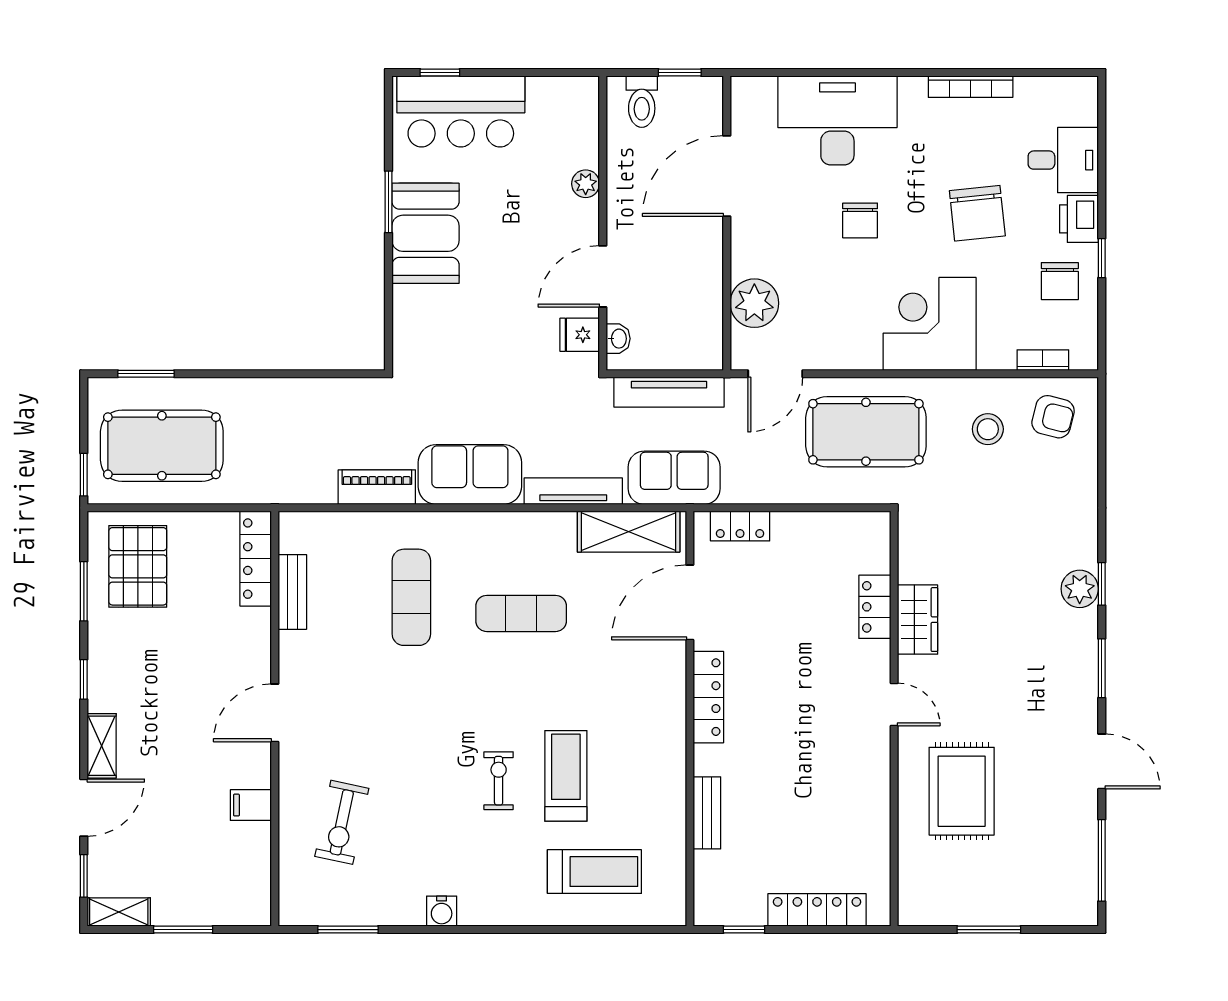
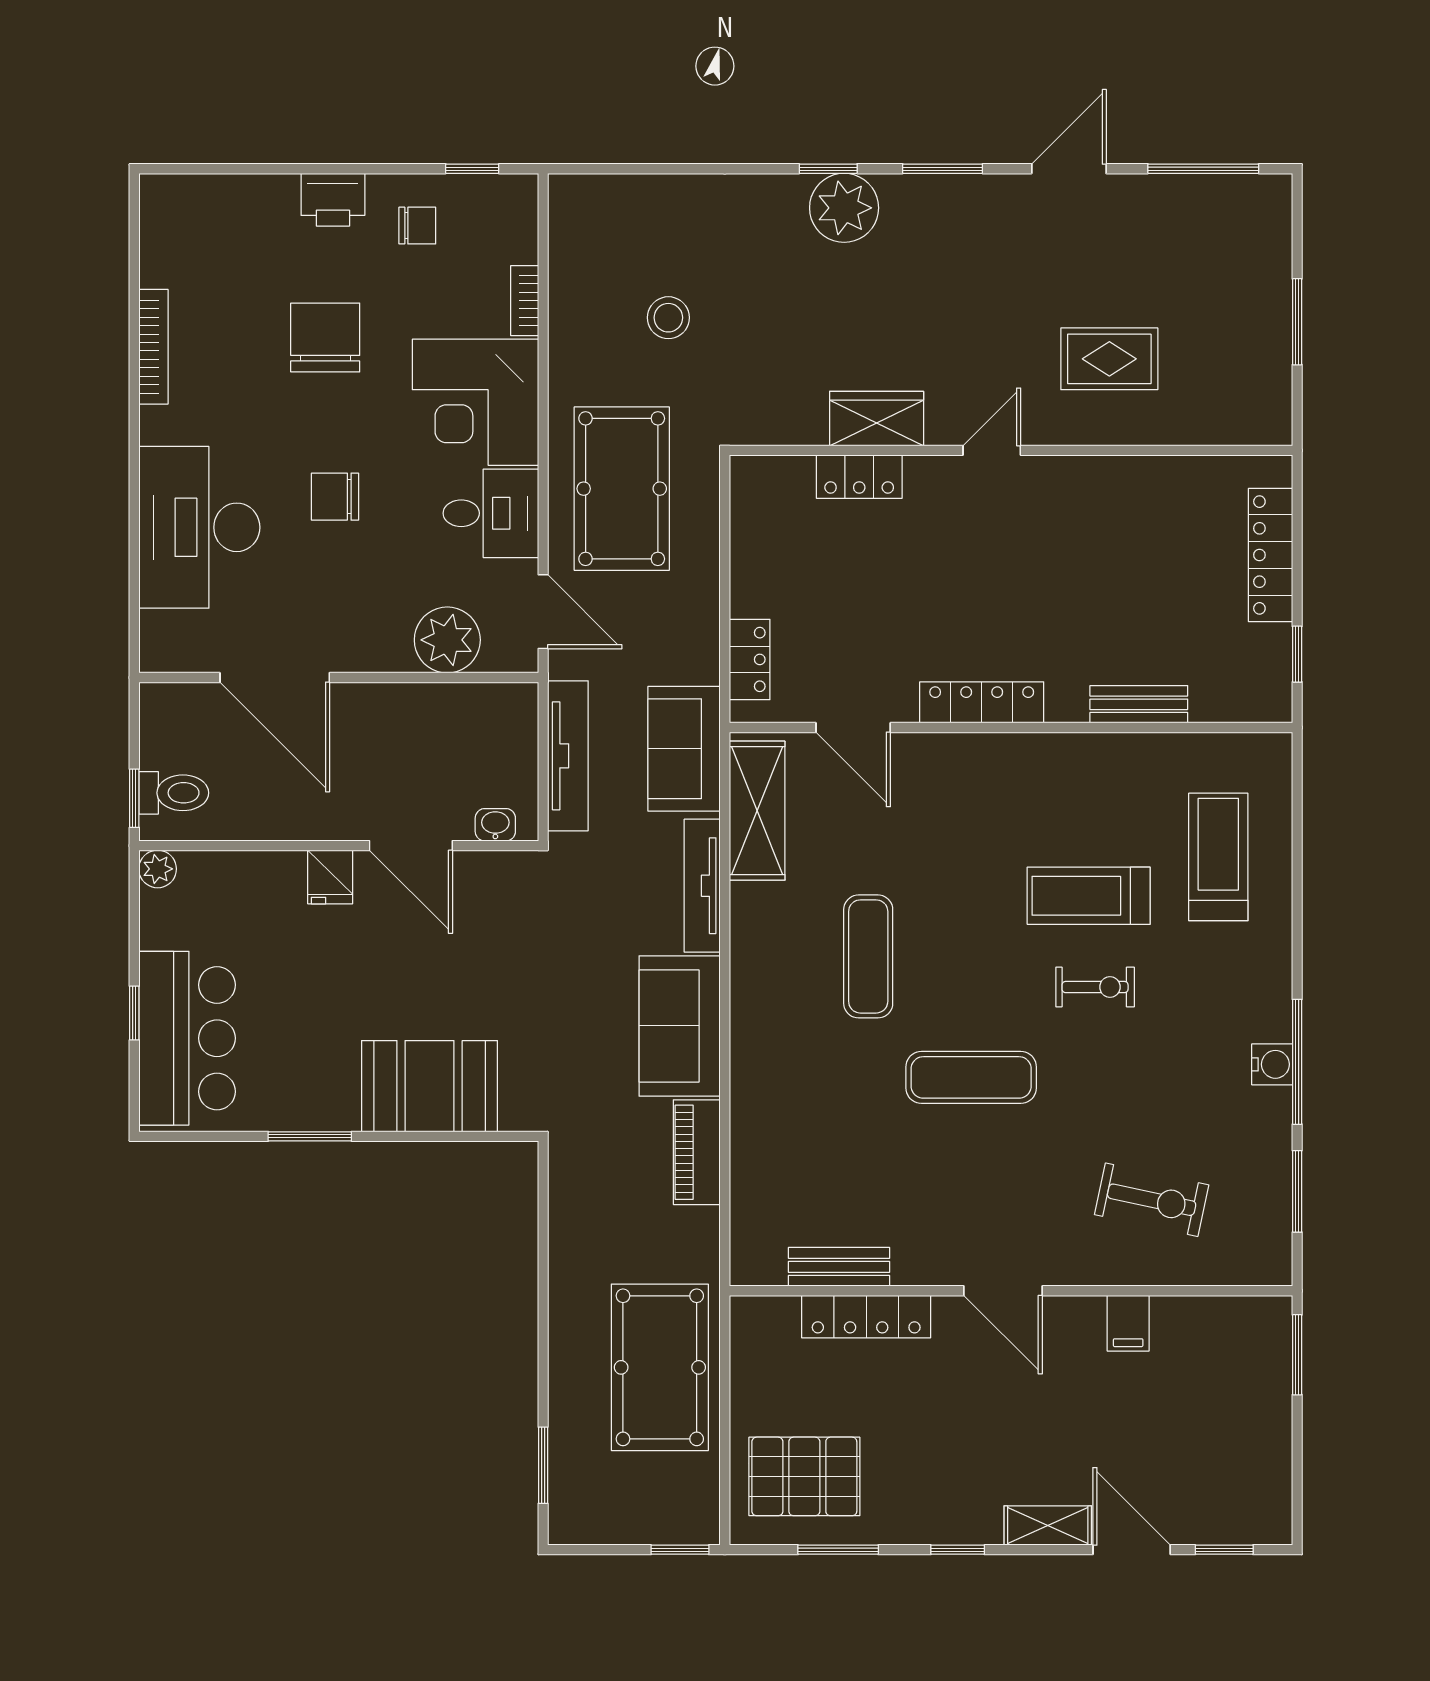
window: (440, 72) -> (134, 1013), moved
window: (680, 72) -> (134, 798), moved
desk: (1063, 160) -> (491, 513), moved, turned 90
plant: (586, 184) -> (158, 869), moved
chair: (977, 213) -> (325, 338), turned -84
chair: (860, 220) -> (335, 497), turned 180
booth: (425, 233) -> (430, 1086), moved
window: (1102, 258) -> (472, 169), moved
chair: (1060, 281) -> (417, 226), width x0.73, depth x0.73
fridge: (580, 335) -> (330, 877), moved
bookcase: (1043, 360) -> (525, 301), moved
armchair: (1053, 417) -> (601, 235), removed
stool: (988, 429) -> (668, 318), moved
pool table: (162, 446) -> (660, 1367), moved
locker: (256, 559) -> (866, 1317), moved
plant: (1080, 589) -> (844, 208), width x1.36, depth x1.36
exercise mat: (411, 597) -> (971, 1077), moved
door: (690, 602) -> (853, 727), width x0.73
exercise bike: (499, 781) -> (1095, 987), turned 180
rug: (962, 791) -> (1109, 359), width x0.73, depth x0.70
shelving: (119, 912) -> (1273, 1502), removed
window: (183, 930) -> (1297, 1355), moved
window: (443, 930) -> (1297, 1062), added

